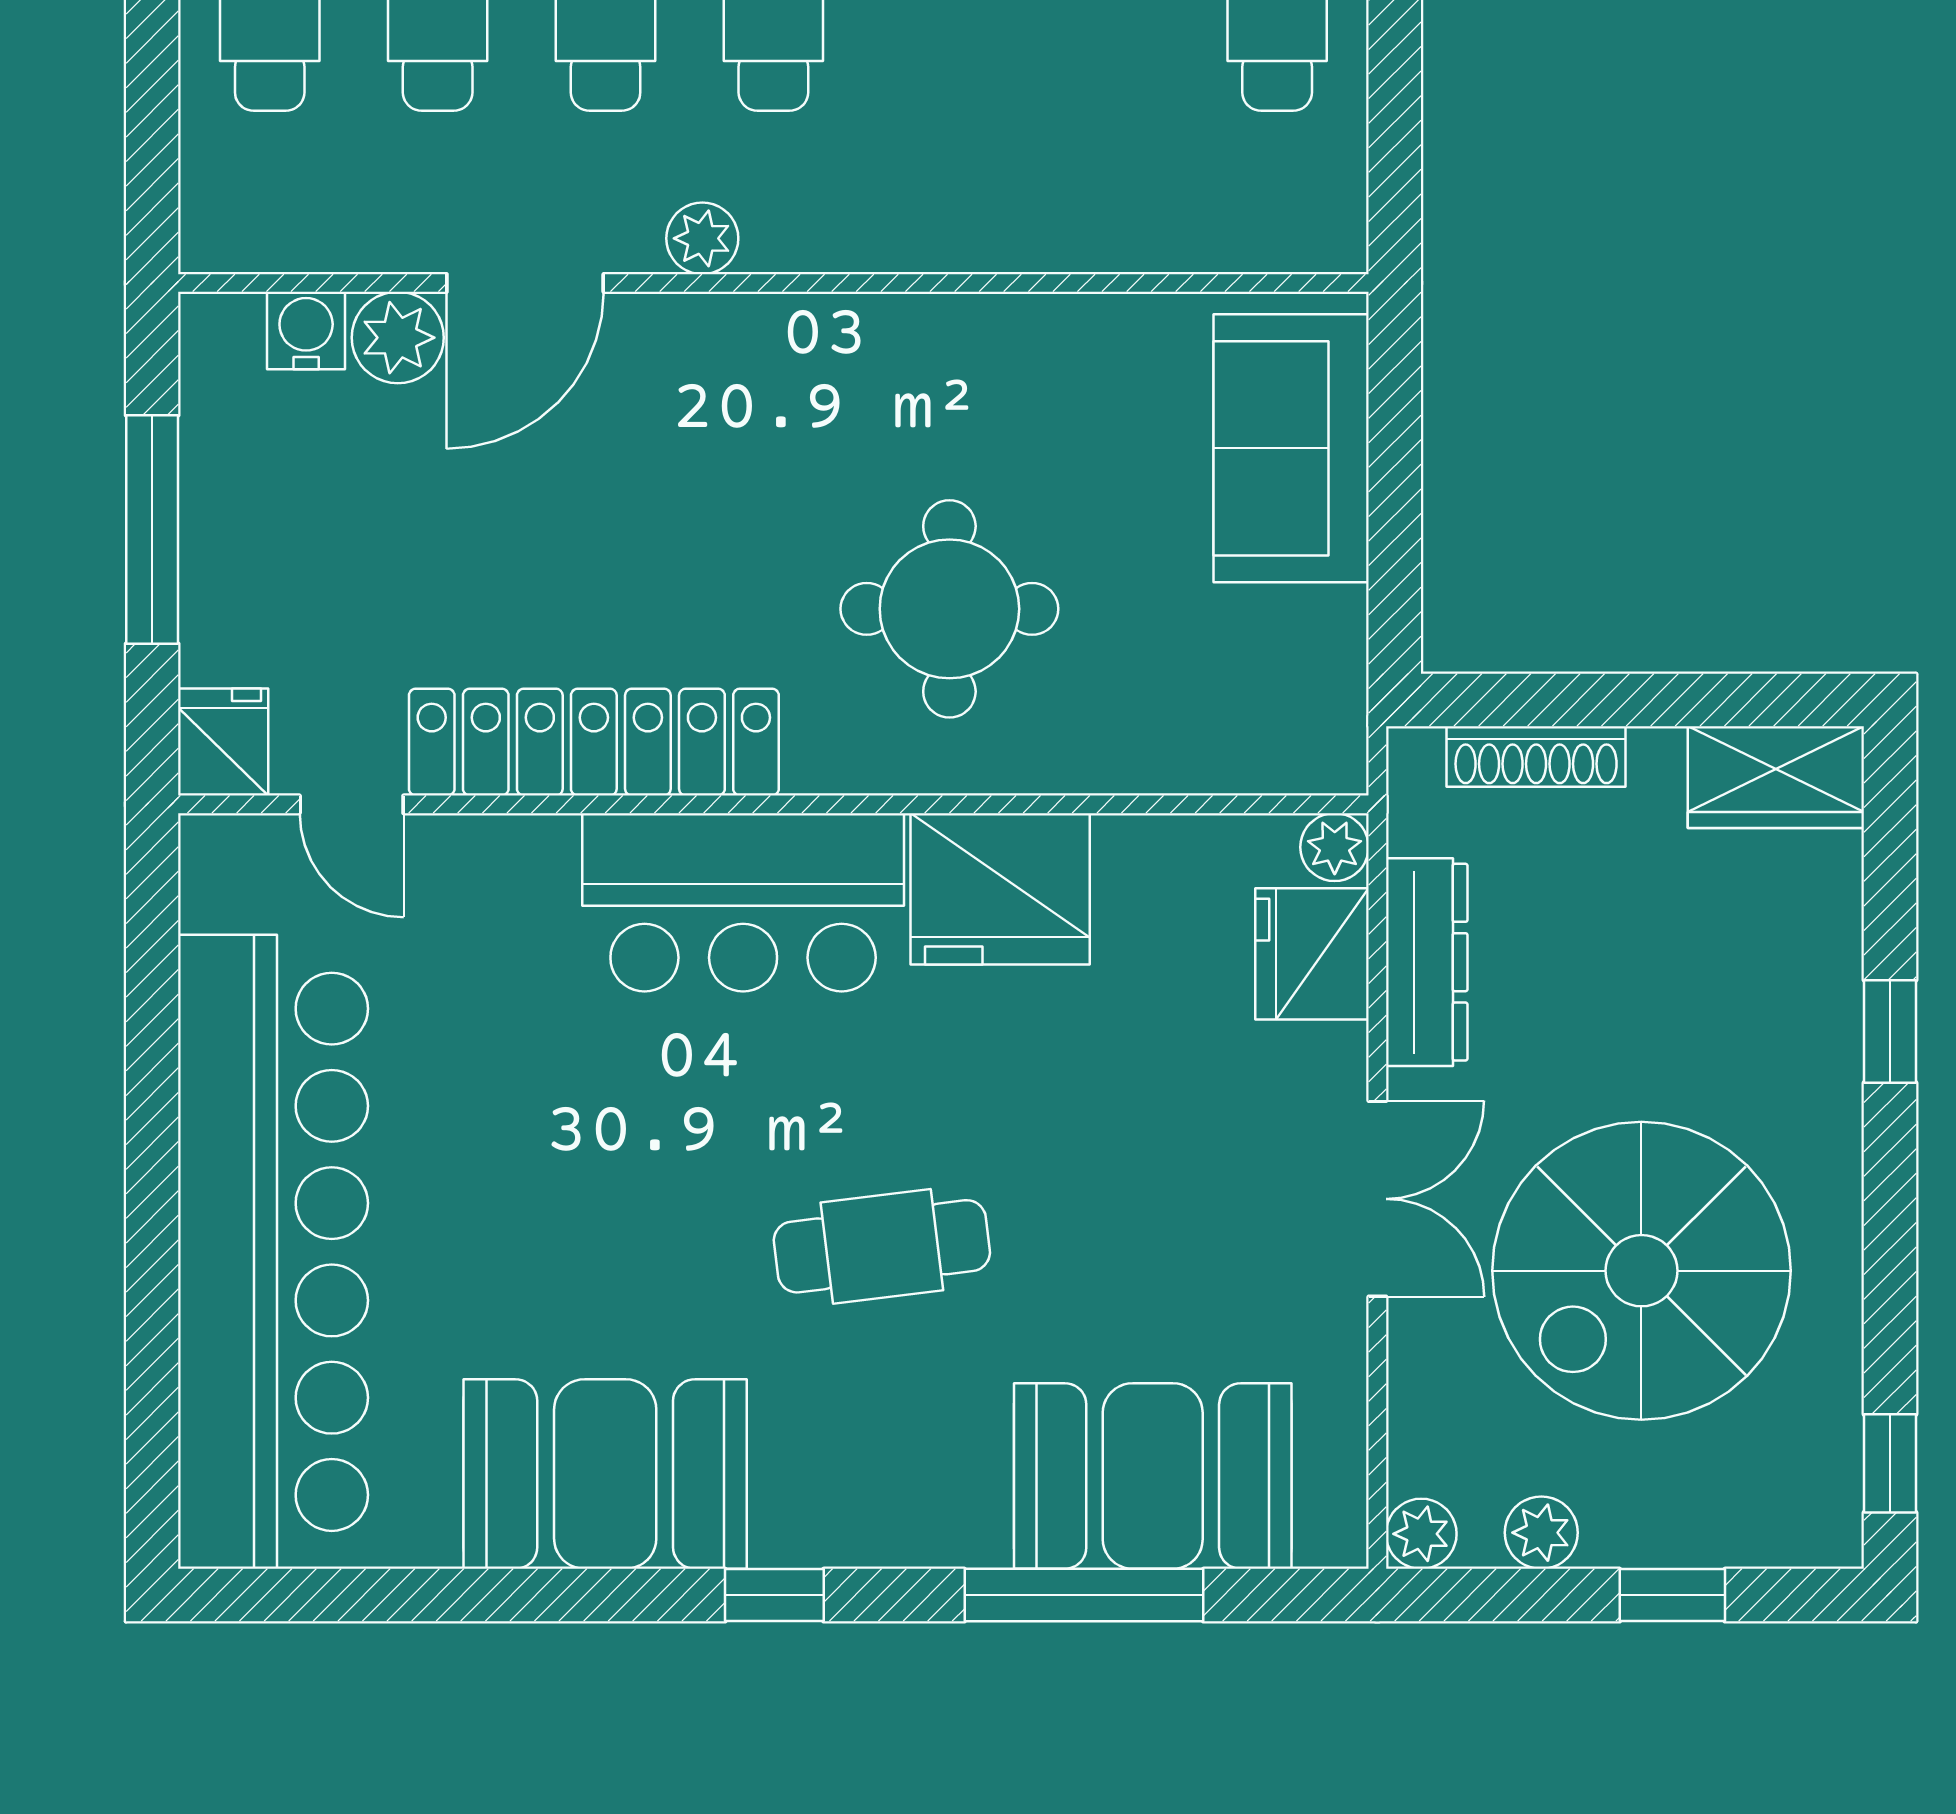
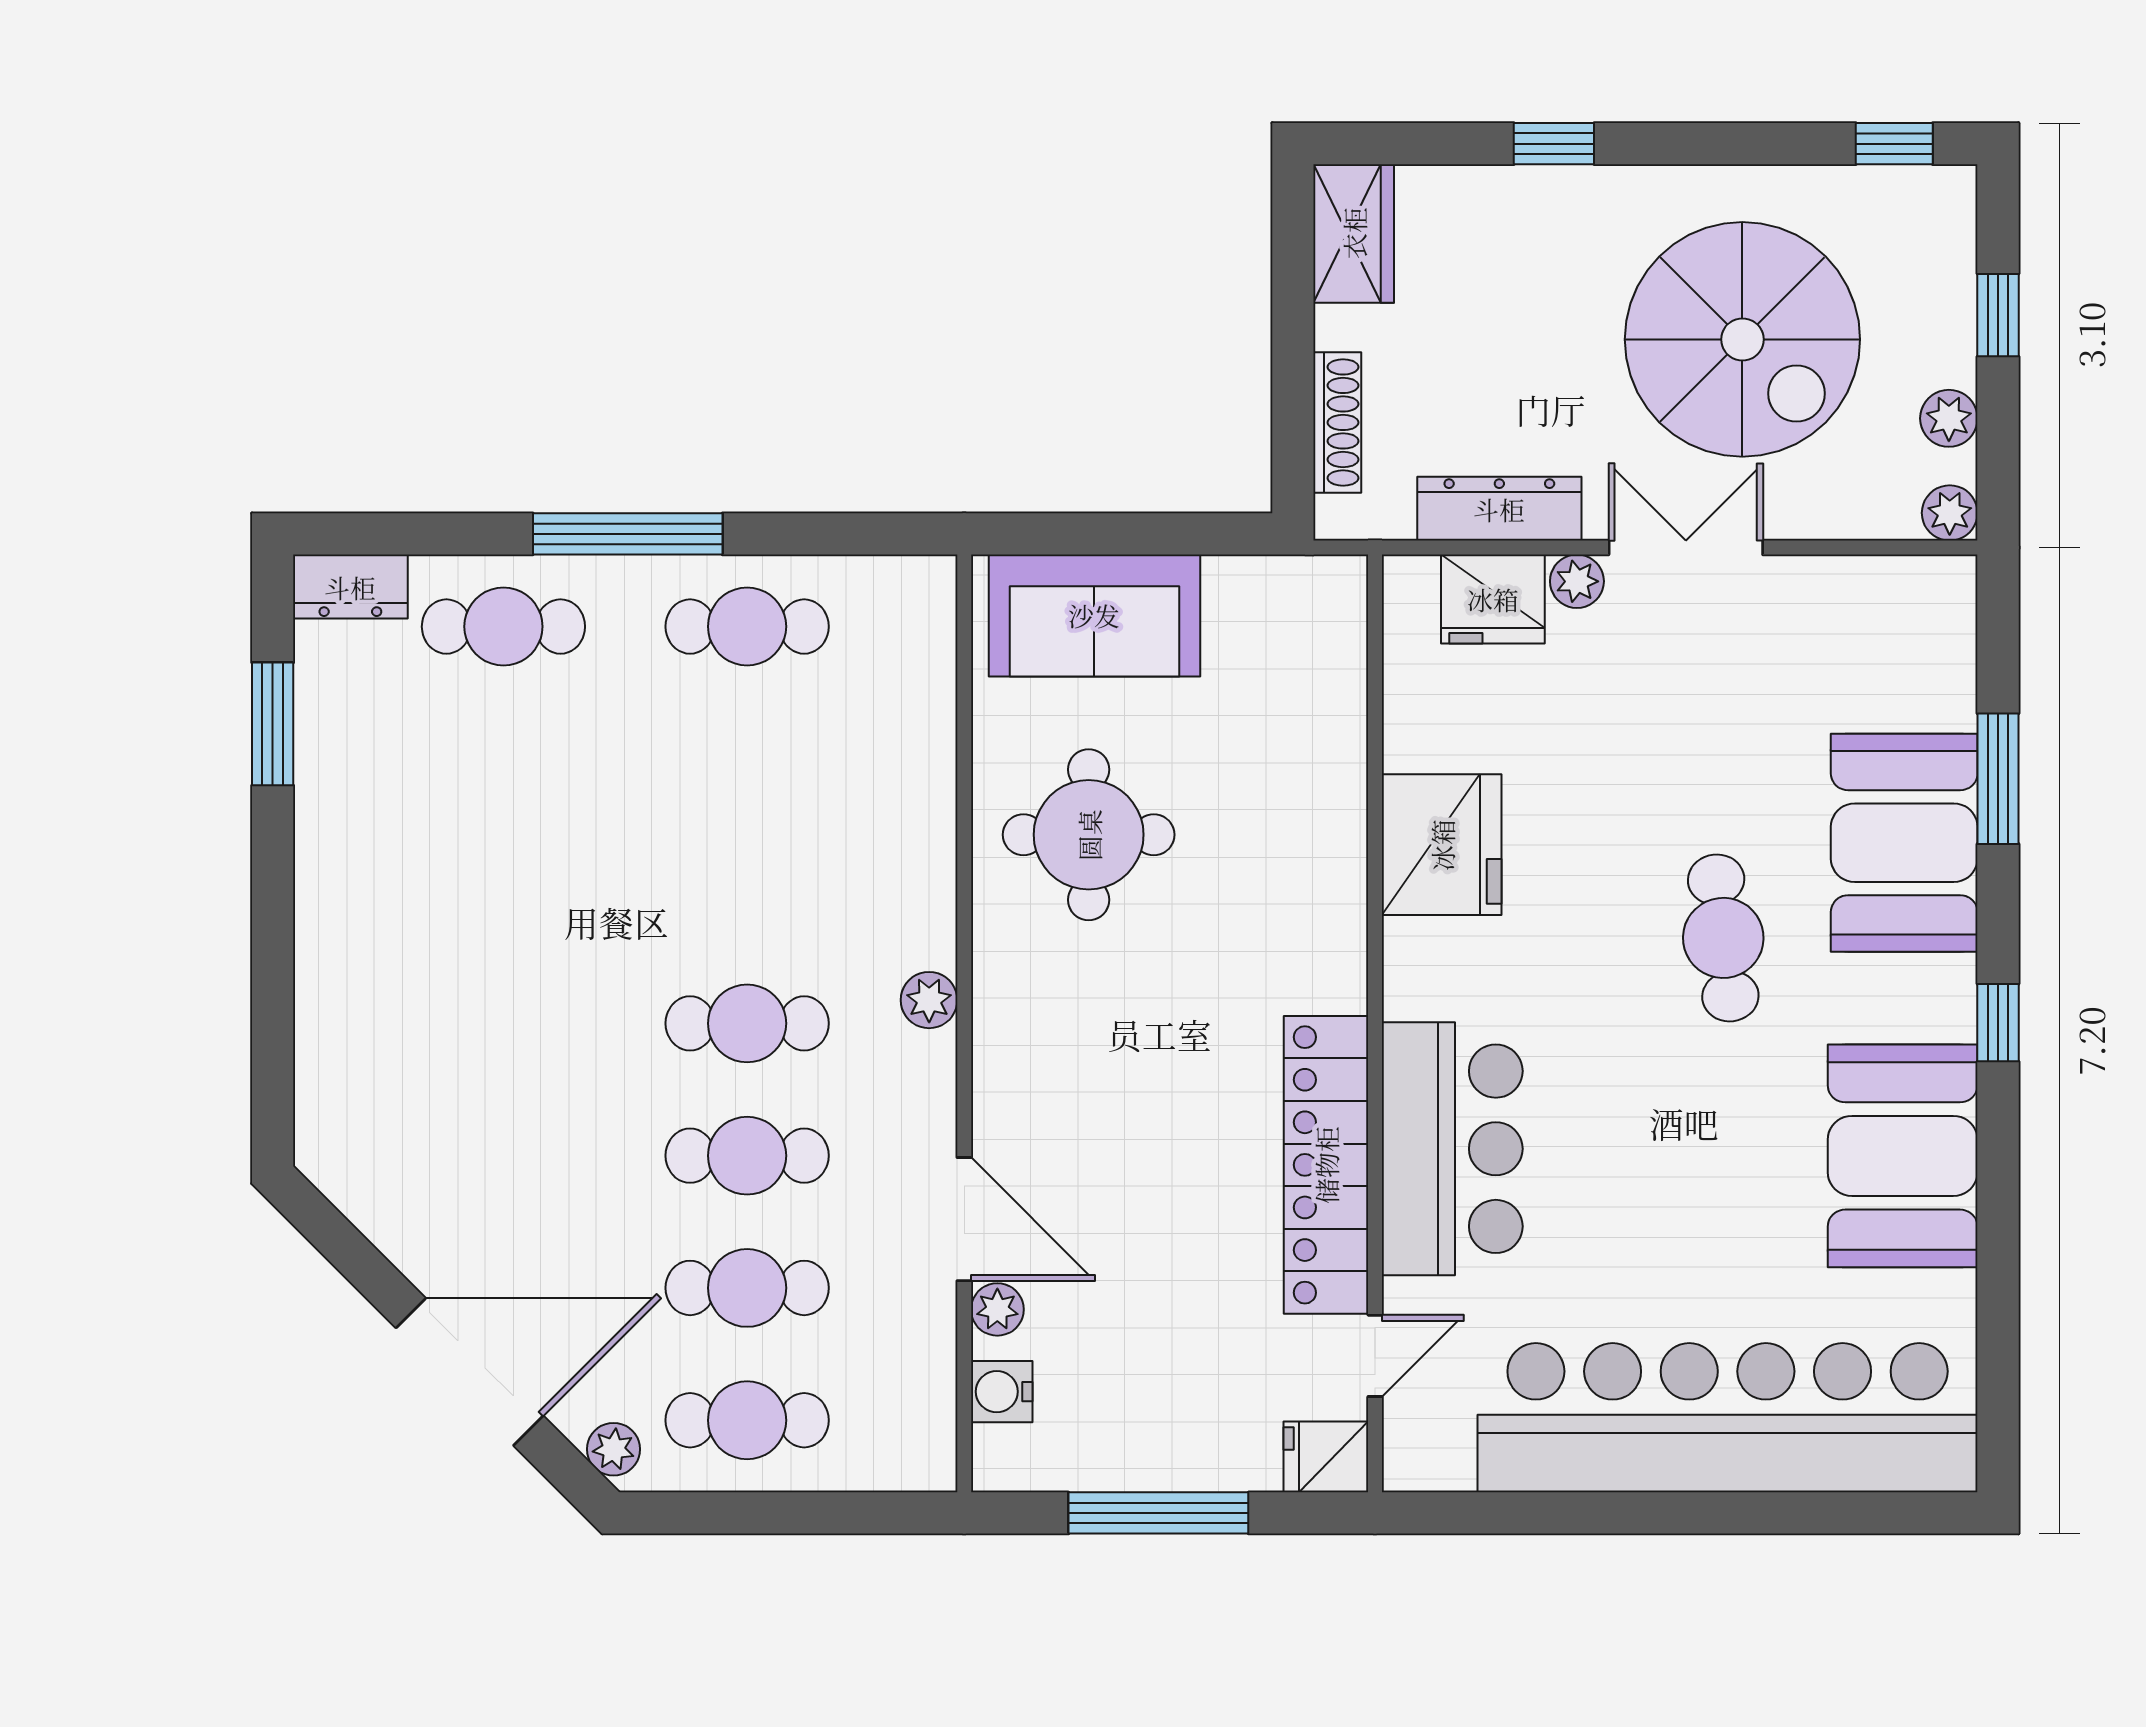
plant: (702, 238) -> (929, 1000), moved
plant: (398, 338) -> (997, 1309), width x0.73, depth x0.73
round table: (949, 609) -> (1089, 835), moved
plant: (1335, 847) -> (1577, 581), moved
bar counter: (743, 902) -> (1452, 1149), moved
booth: (1153, 1476) -> (1904, 843), moved
window: (1084, 1595) -> (1998, 779), width x0.69

